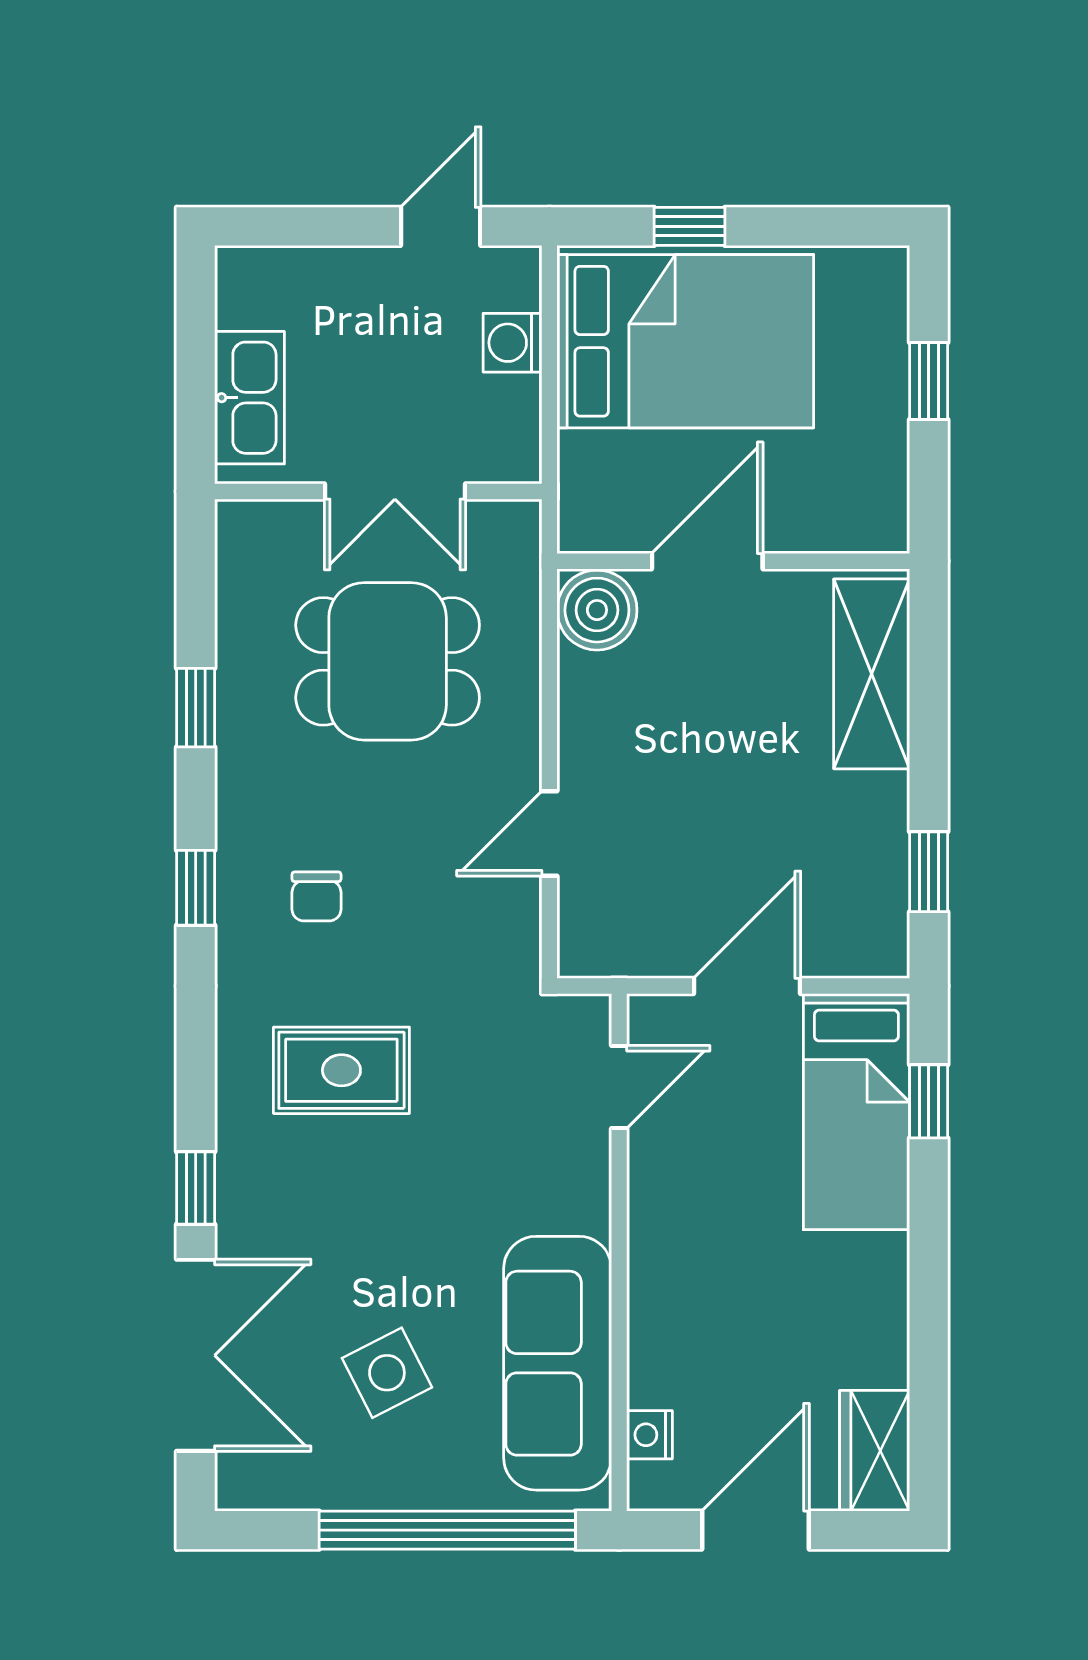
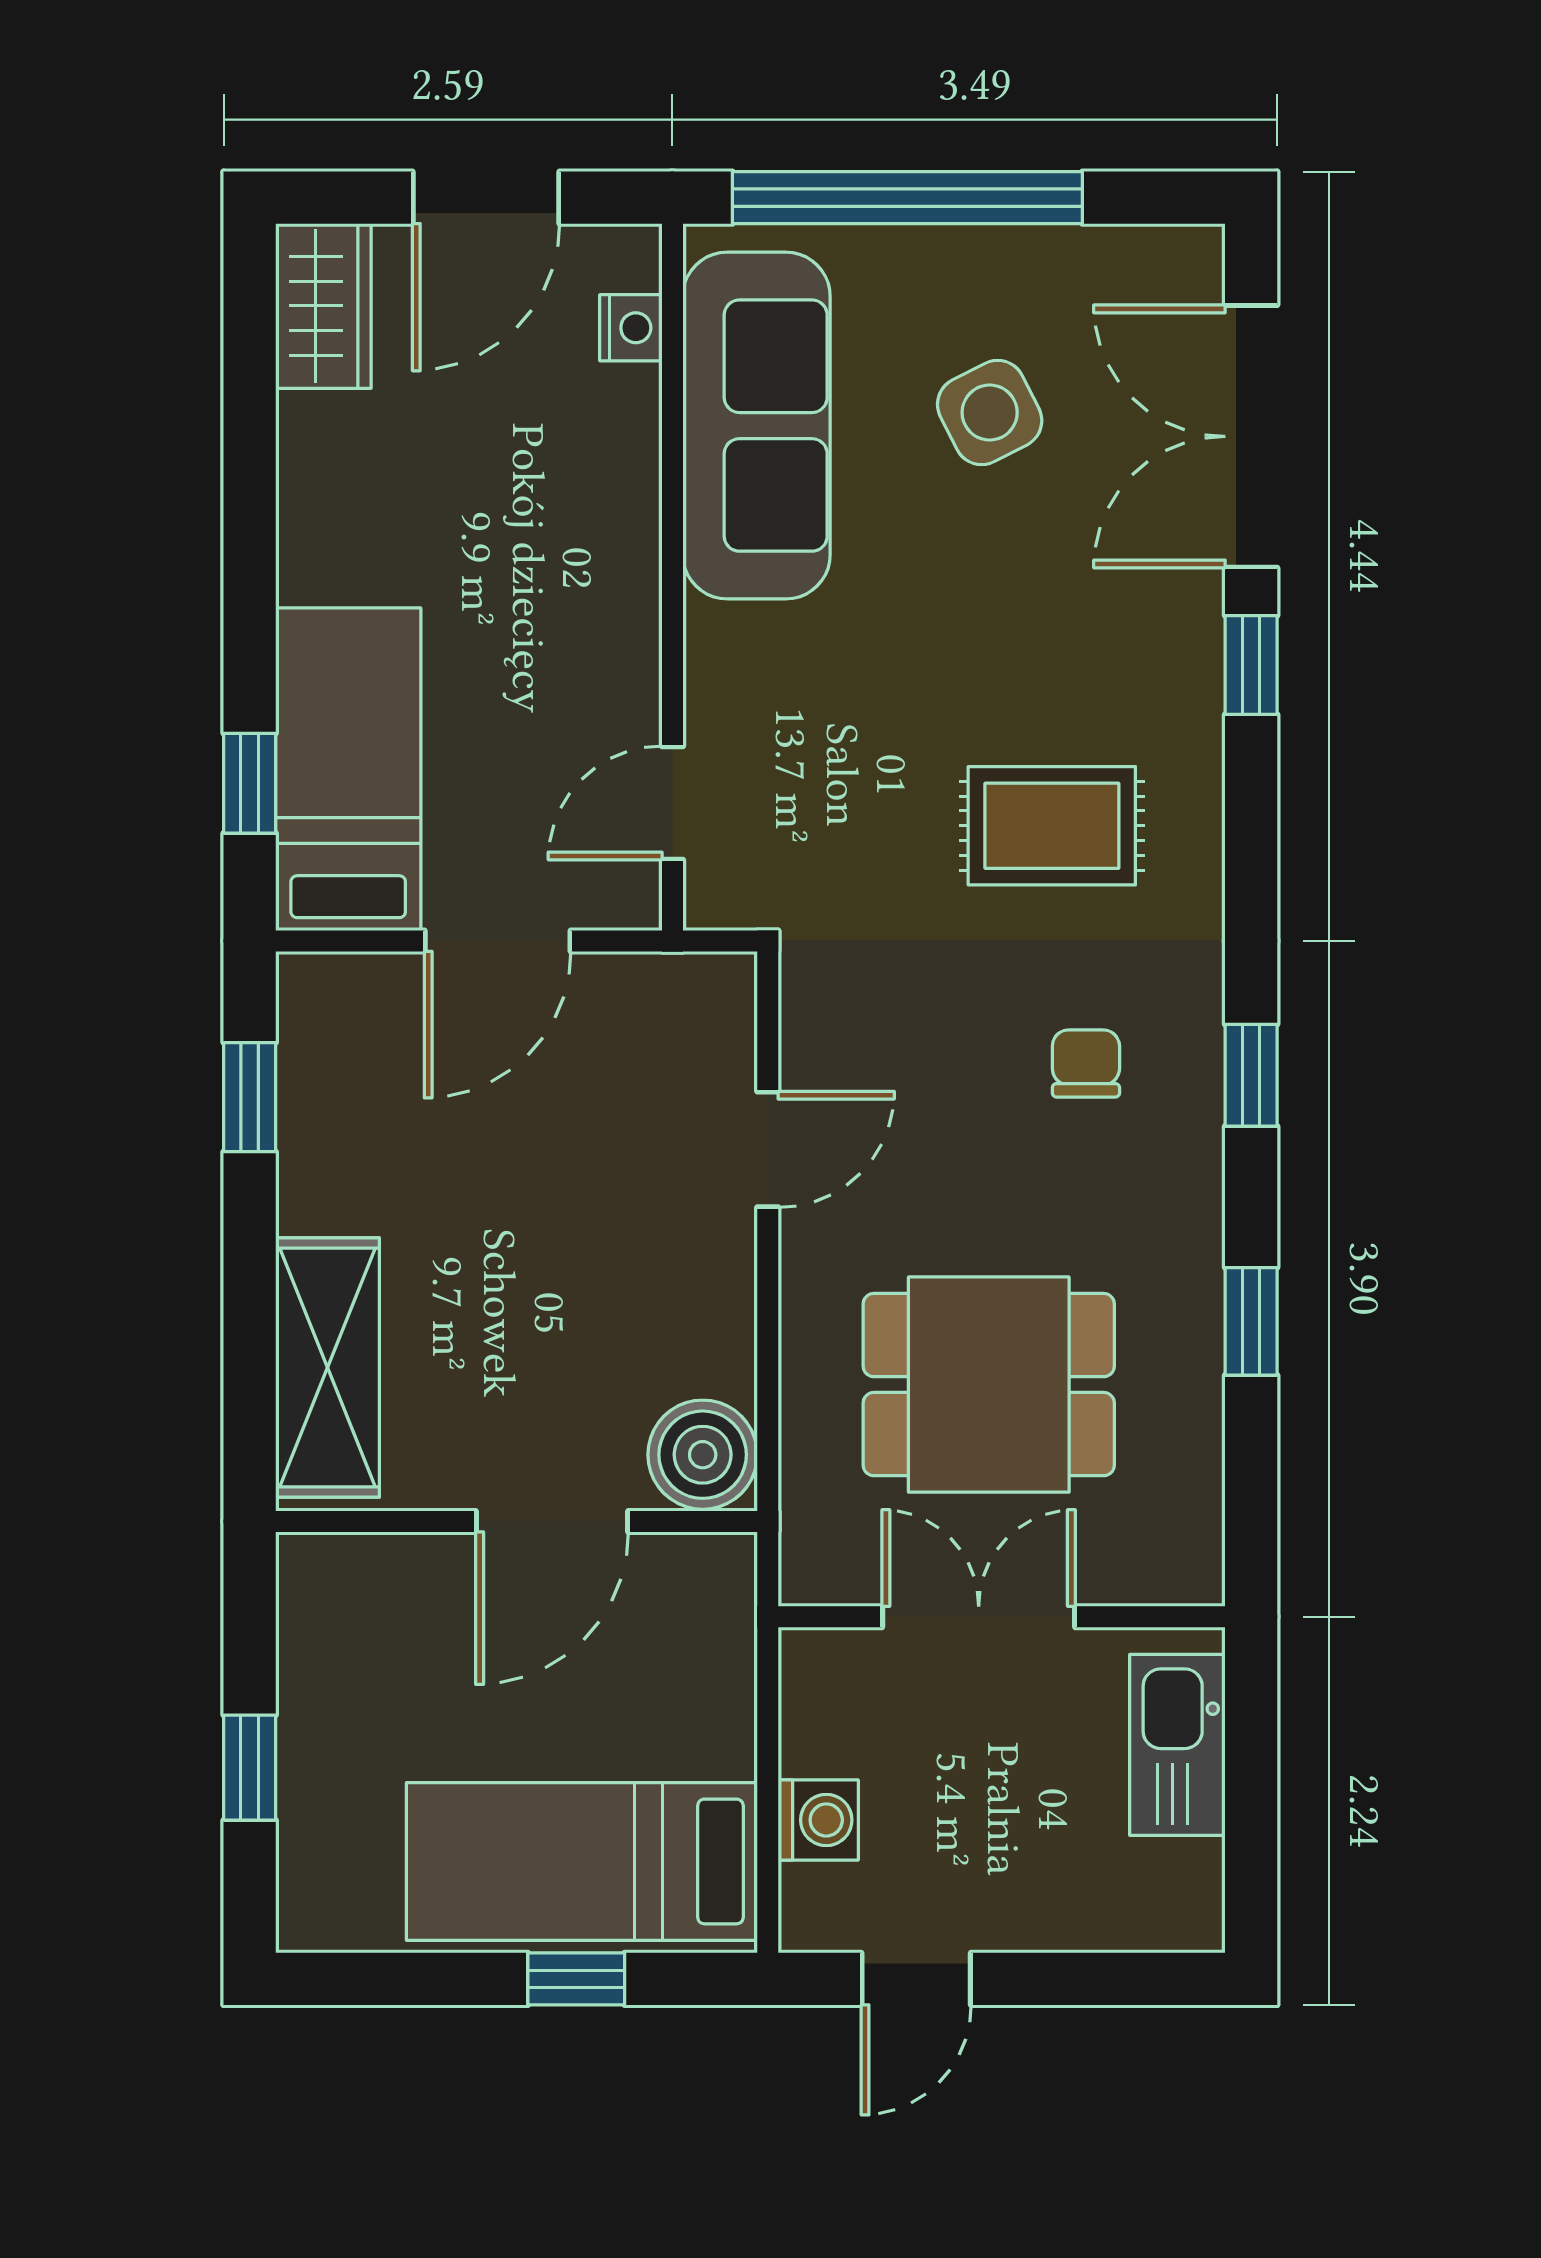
bed: (685, 341) -> (582, 1861), width x0.67

